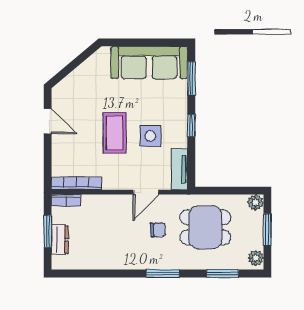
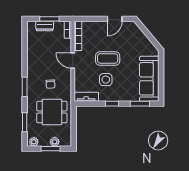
door: (146, 192) -> (73, 61), moved
plant: (256, 202) -> (55, 142), moved
dining table: (205, 227) -> (52, 112), turned 90

